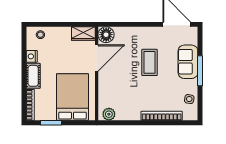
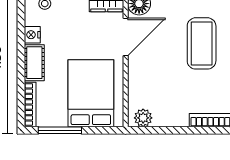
coffee table: (150, 62) -> (202, 43), width x1.36, depth x1.32
window: (51, 123) -> (60, 130), width x1.44

